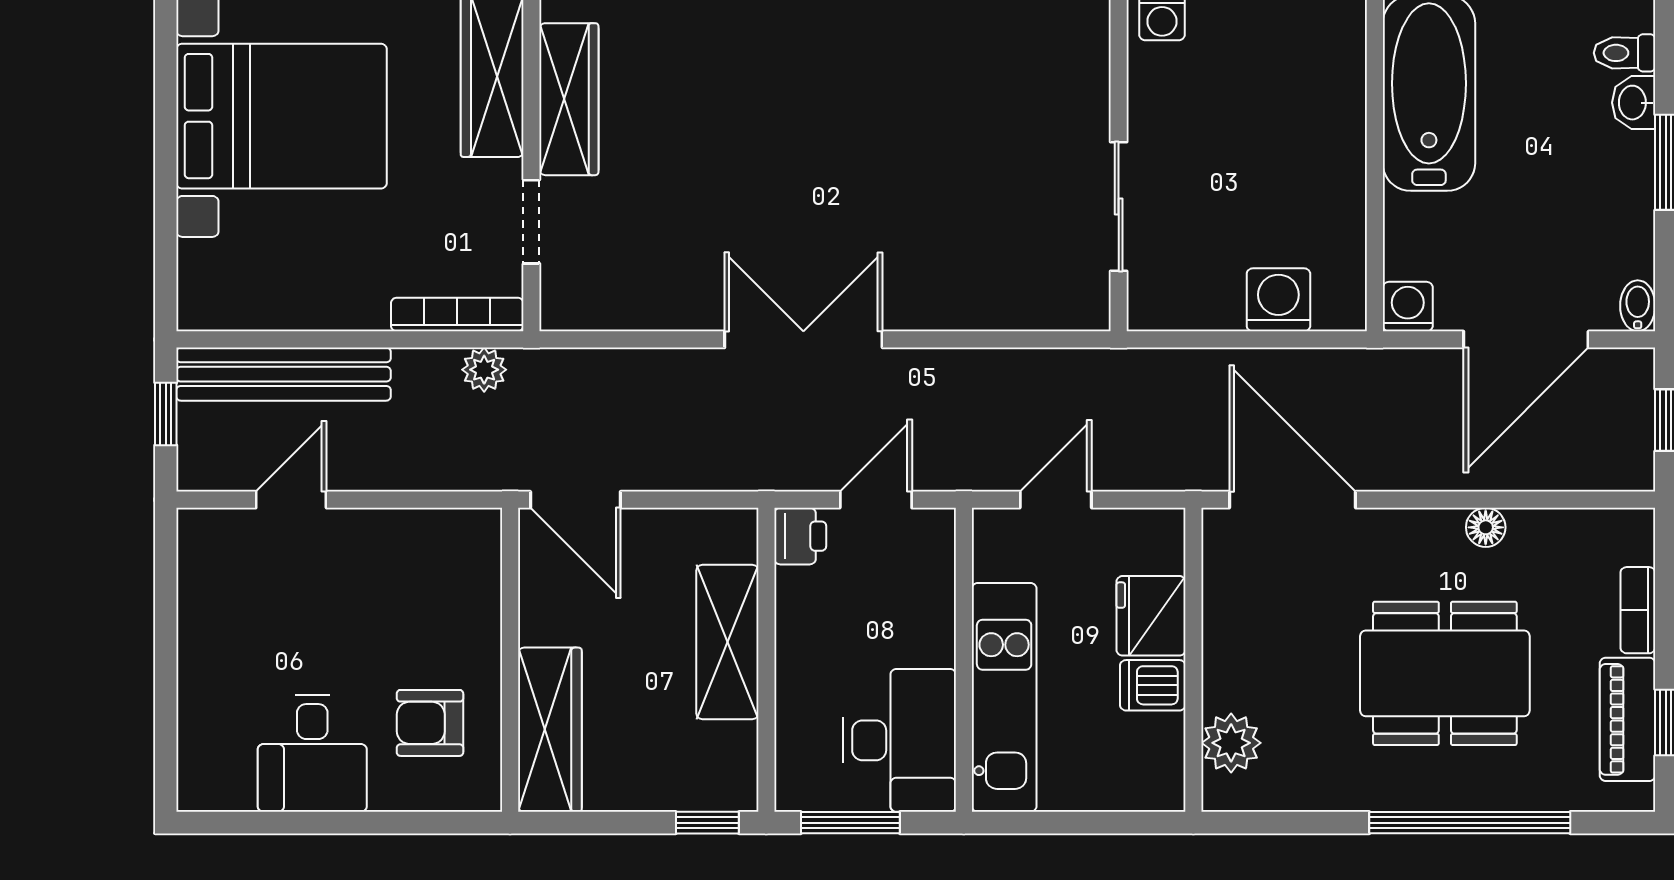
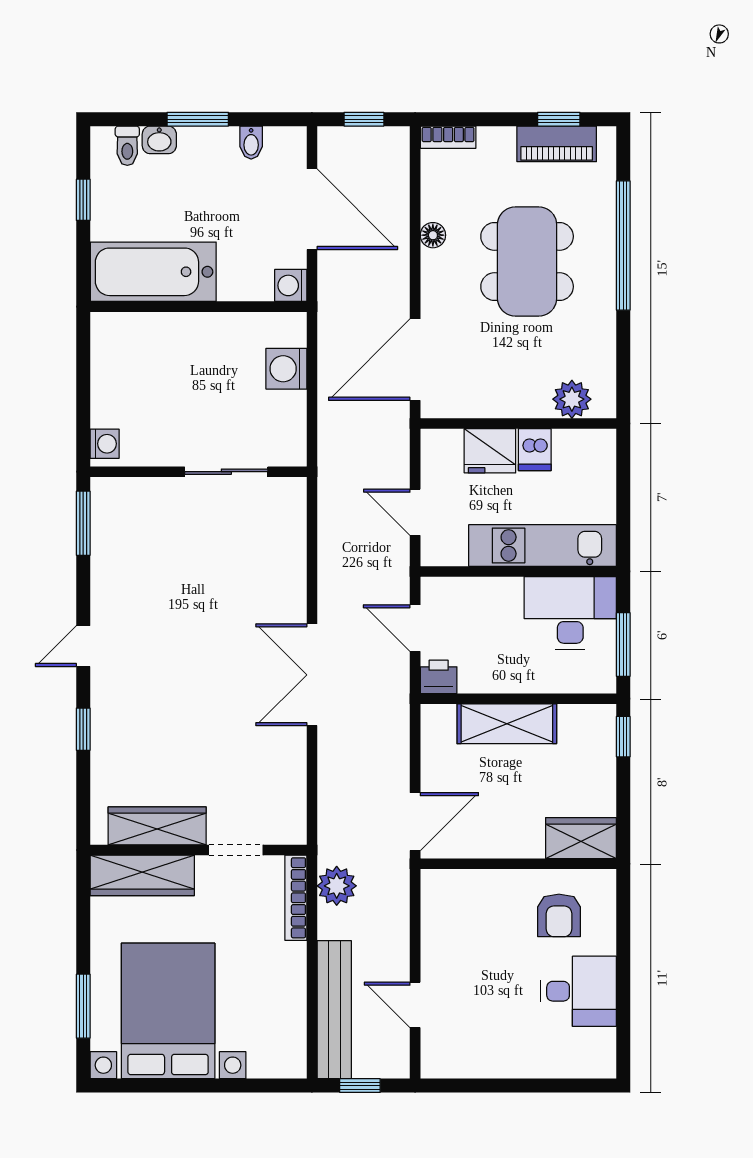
bidet: (1638, 306) -> (251, 143), moved, turned -90
plant: (484, 370) -> (337, 886), width x1.38, depth x1.38
bookcase: (1638, 610) -> (448, 137), moved
wardrobe: (550, 730) -> (581, 838), width x0.67

